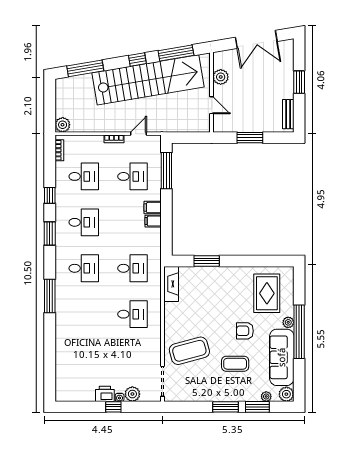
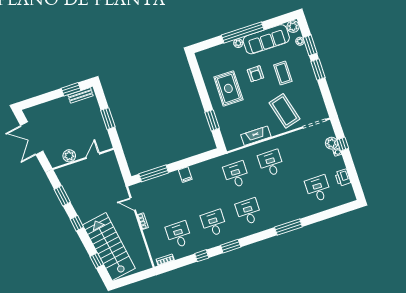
double door: (256, 39) -> (32, 138), swing flipped
window: (176, 53) -> (62, 196), width x0.69
window: (85, 68) -> (97, 261), width x0.46
stairs: (148, 80) -> (109, 247), moved, width x0.73
window: (299, 82) -> (71, 89), moved
plant: (63, 125) -> (145, 264), removed
desk: (132, 176) -> (318, 189), moved
filing cabinet: (153, 221) -> (195, 171), removed
fireplace: (171, 284) -> (256, 136), moved
rug: (267, 293) -> (228, 88), moved, turned 90
window: (50, 296) -> (288, 227), moved
printer: (105, 394) -> (343, 178), moved
window: (113, 407) -> (343, 144), moved

